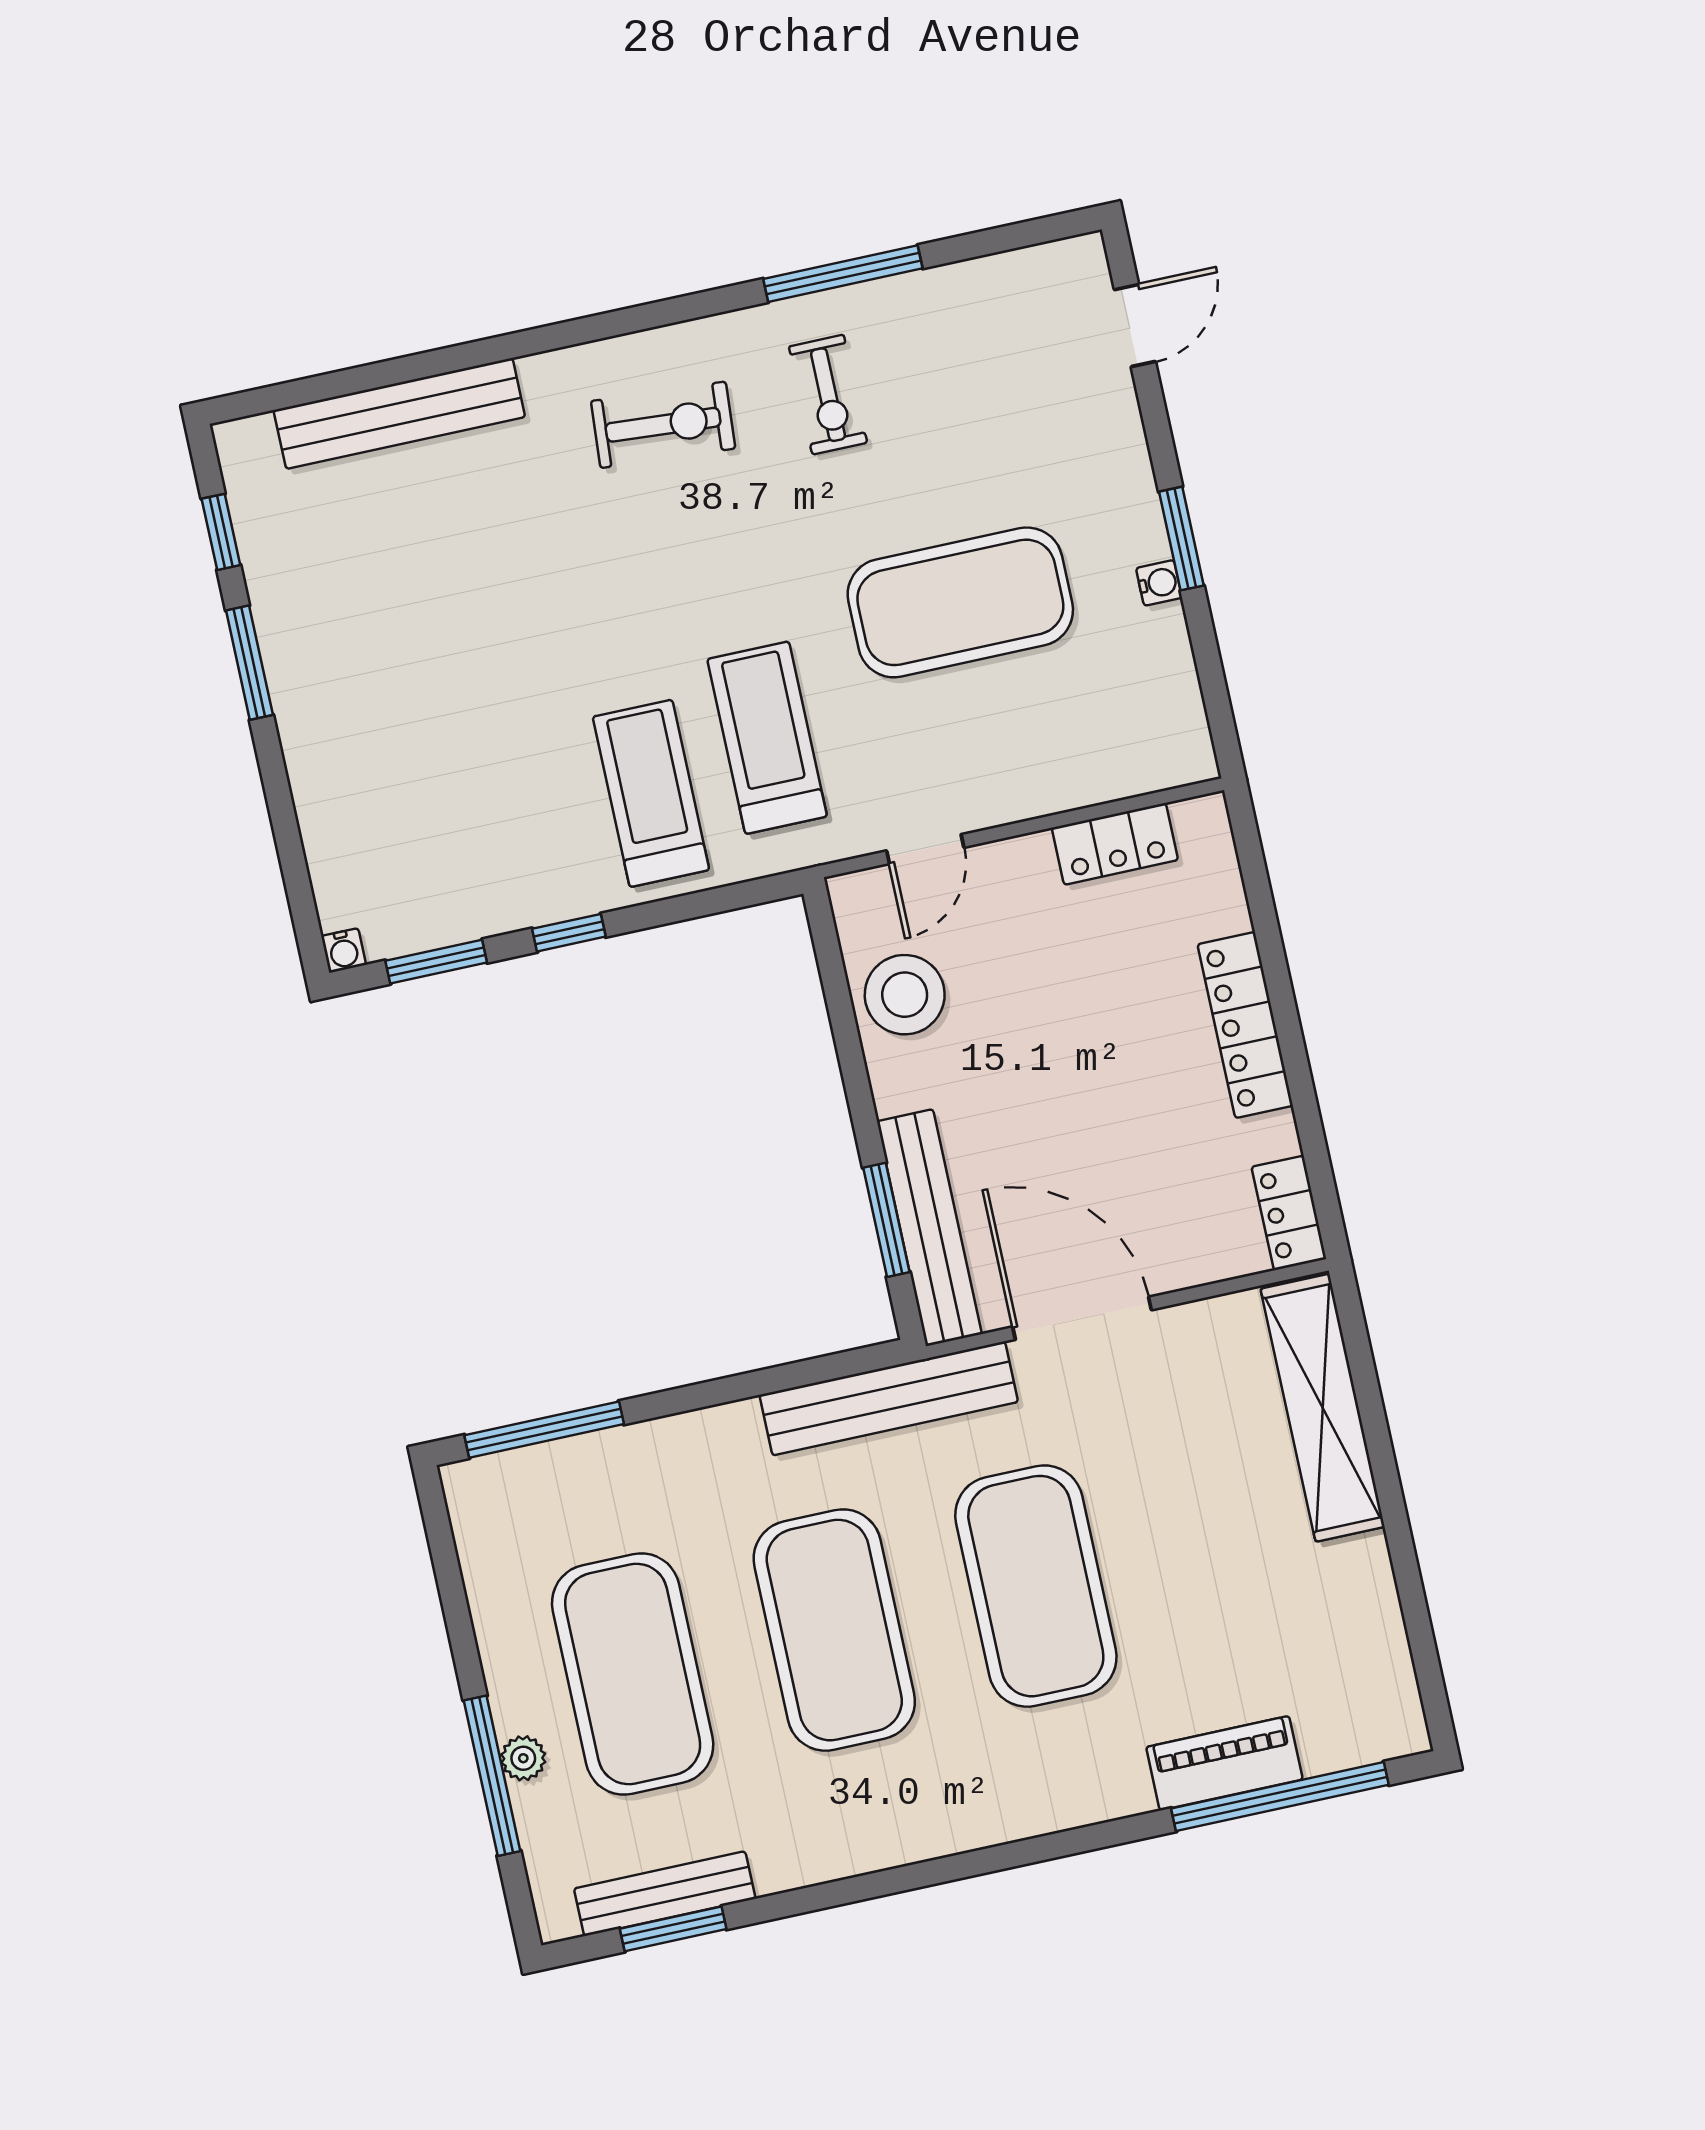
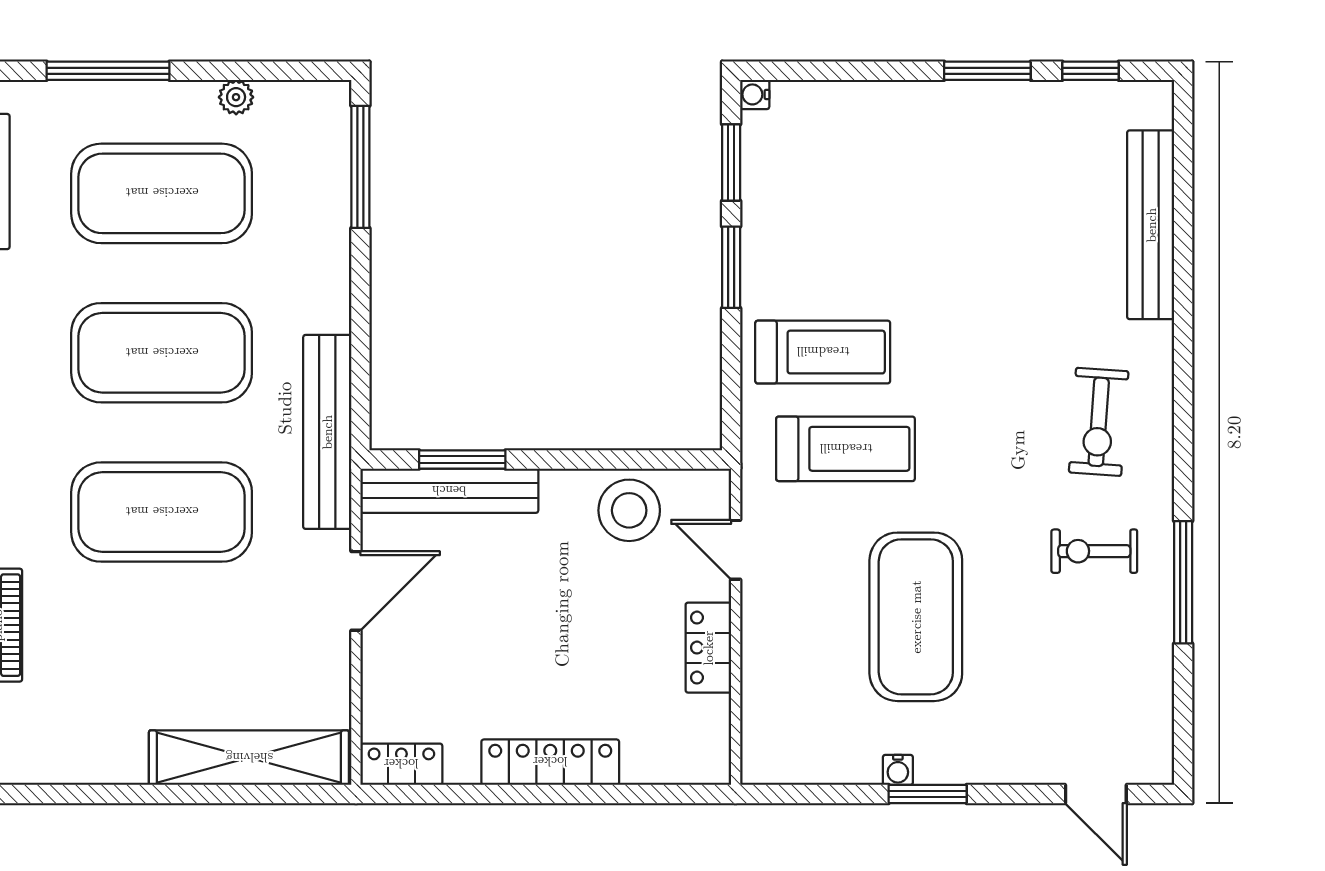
locker: (1115, 844) -> (708, 648), moved
window: (569, 933) -> (731, 267), width x1.50
door: (1082, 1318) -> (356, 591), width x0.73
plant: (523, 1758) -> (236, 97), moved

